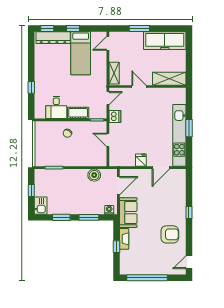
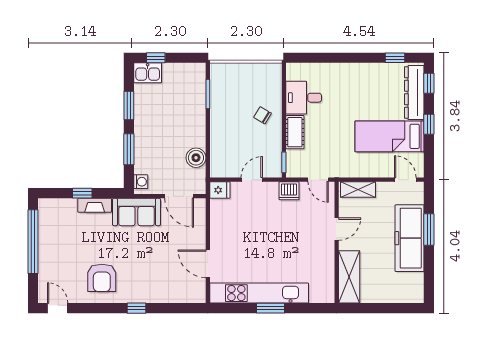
freezer: (165, 41) -> (410, 238), moved
window: (31, 87) -> (395, 58), moved
fridge: (141, 160) -> (220, 190), moved
window: (31, 190) -> (156, 58), moved

